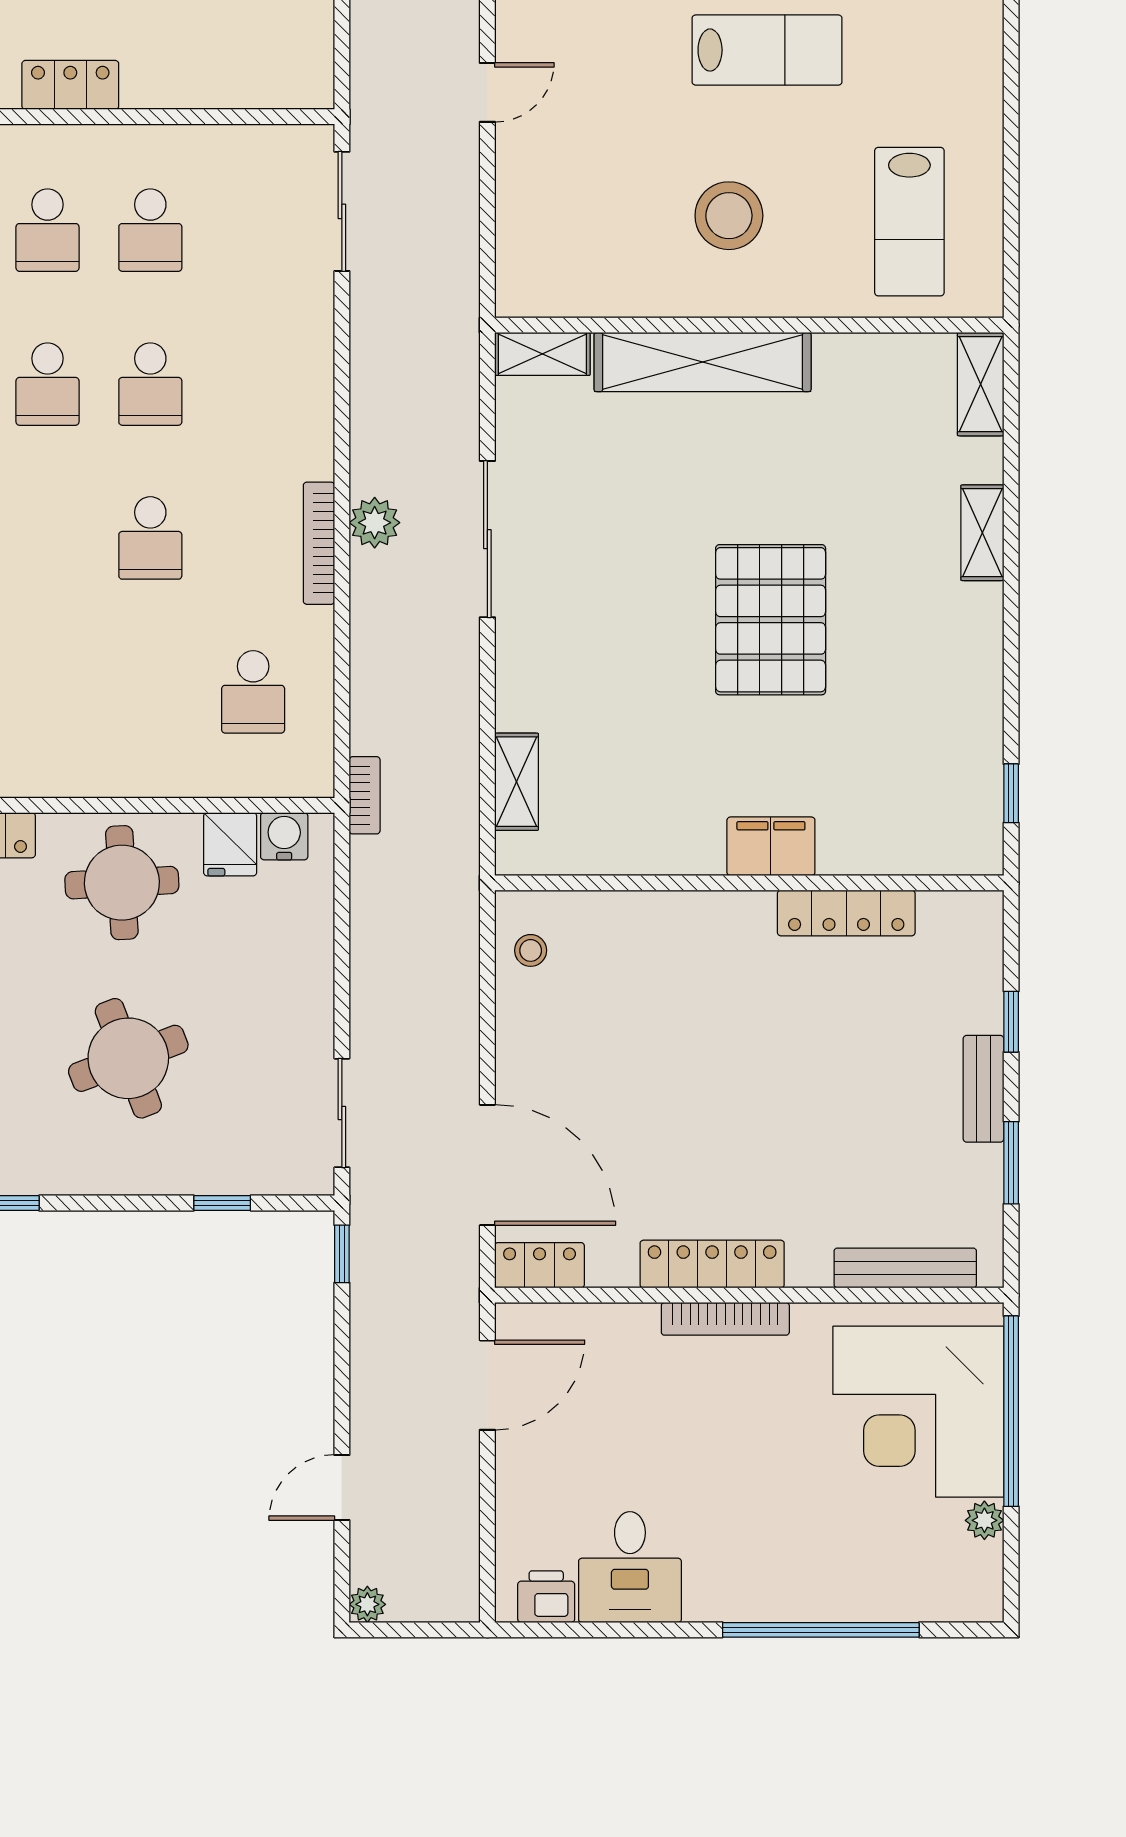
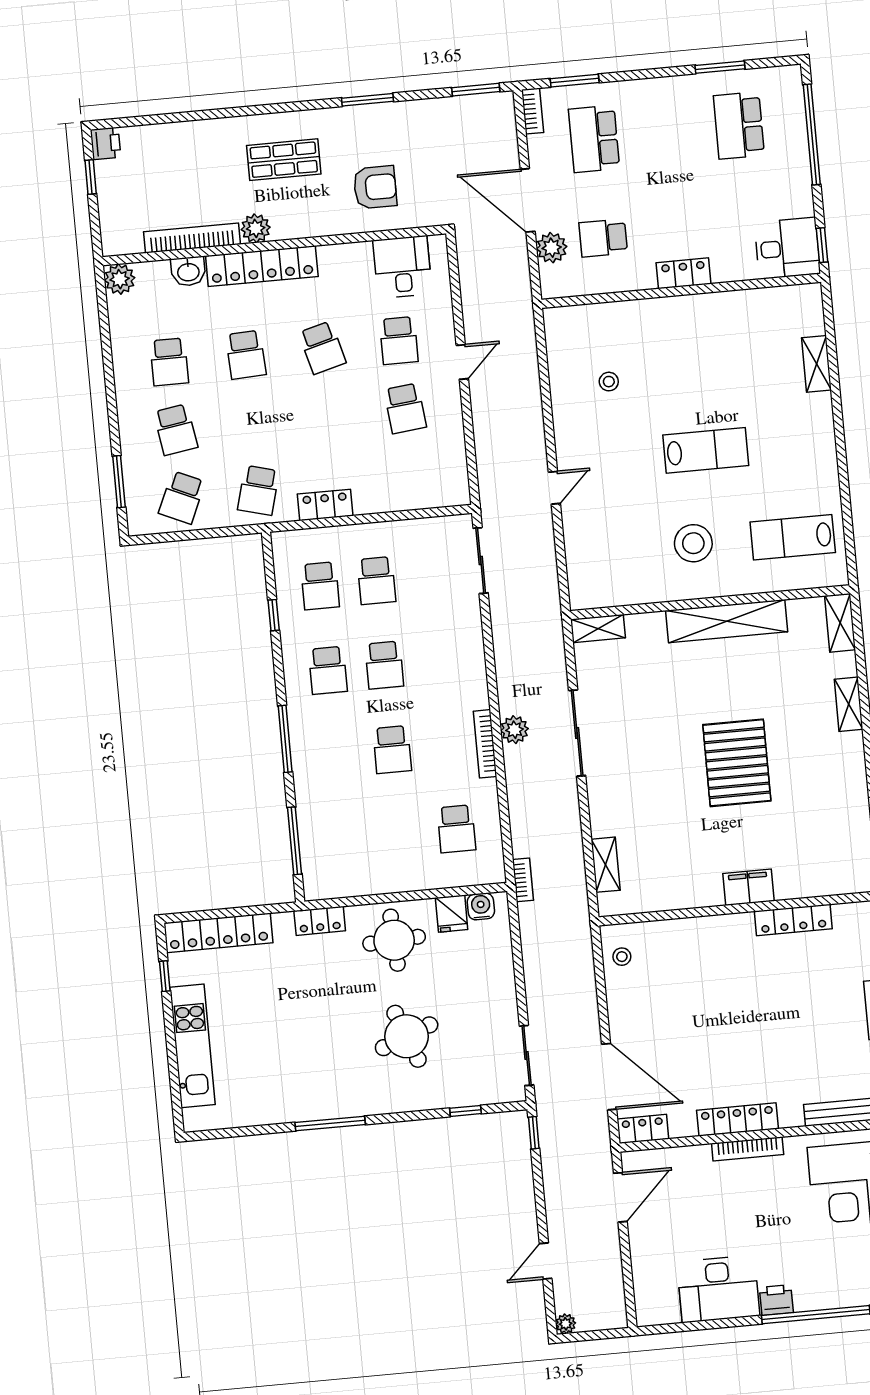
lab bench: (909, 222) -> (793, 537), turned 90
shelving: (703, 362) -> (727, 621), moved
desk: (630, 1567) -> (718, 1289), width x1.37
printer: (546, 1597) -> (776, 1300), moved

